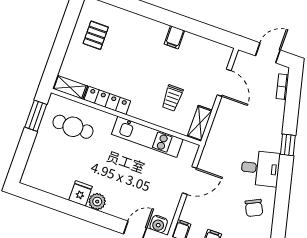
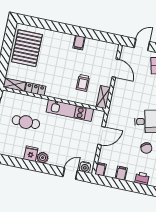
pallet: (96, 35) -> (27, 48), width x2.05, depth x2.00
locker: (107, 100) -> (35, 89), width x0.66
cafe table: (73, 127) -> (26, 122), moved

